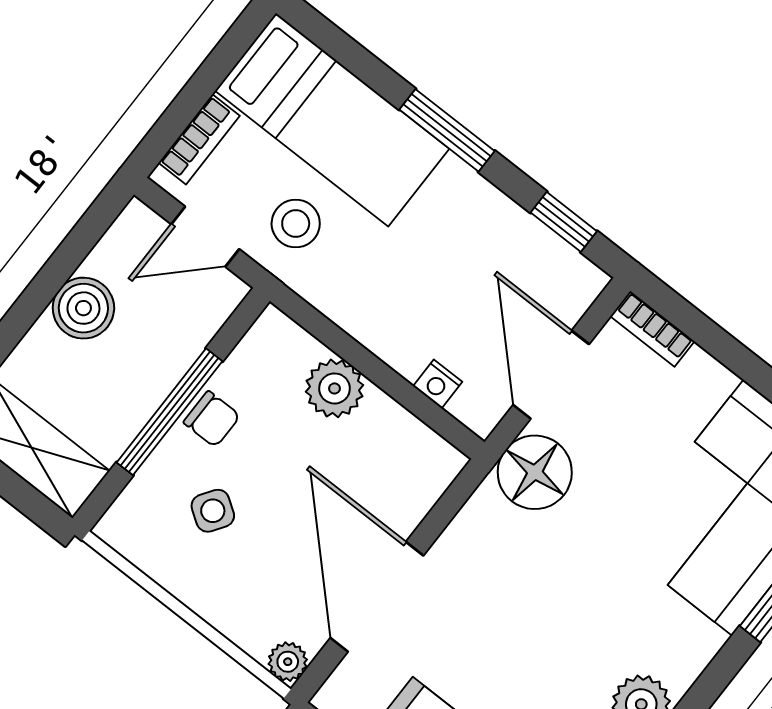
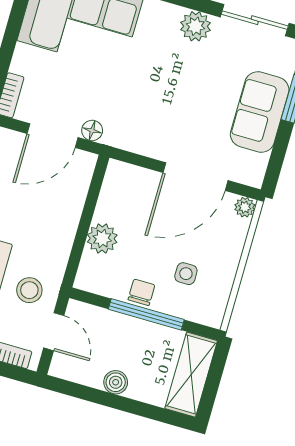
boiler: (83, 308) -> (116, 382), width x0.73, depth x0.73
nightstand: (438, 384) -> (80, 189), removed
floor lamp: (535, 472) -> (92, 130), width x0.53, depth x0.53
side table: (213, 511) -> (186, 274), turned -34

